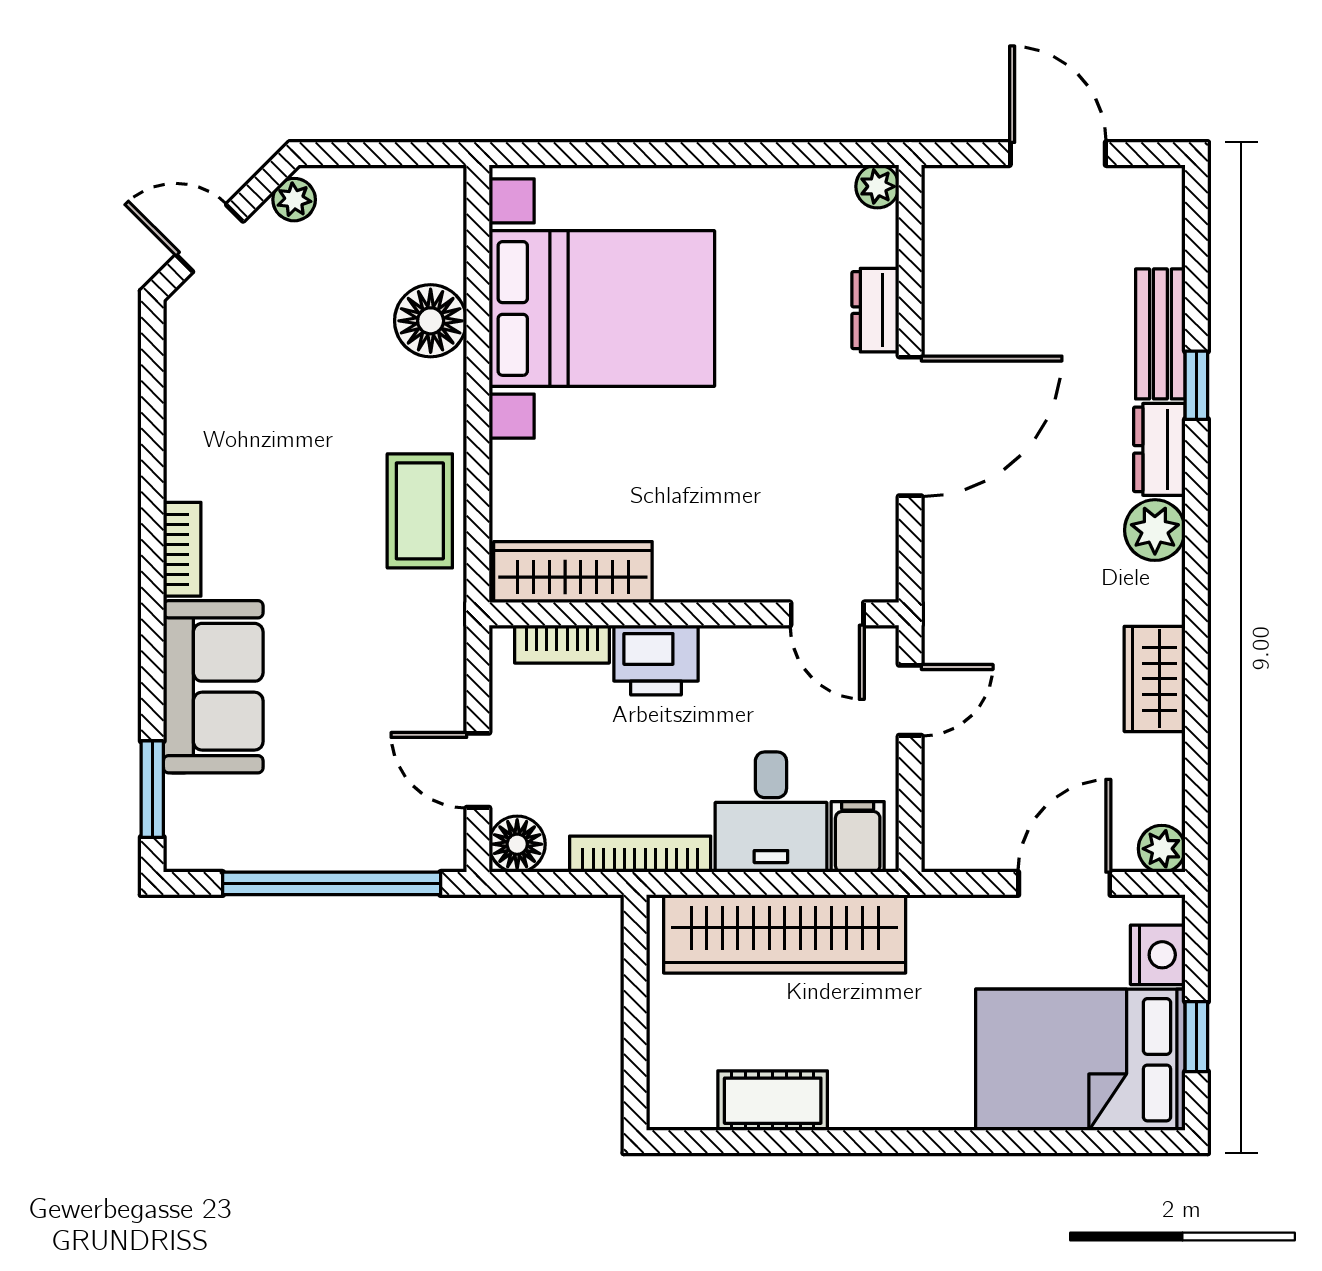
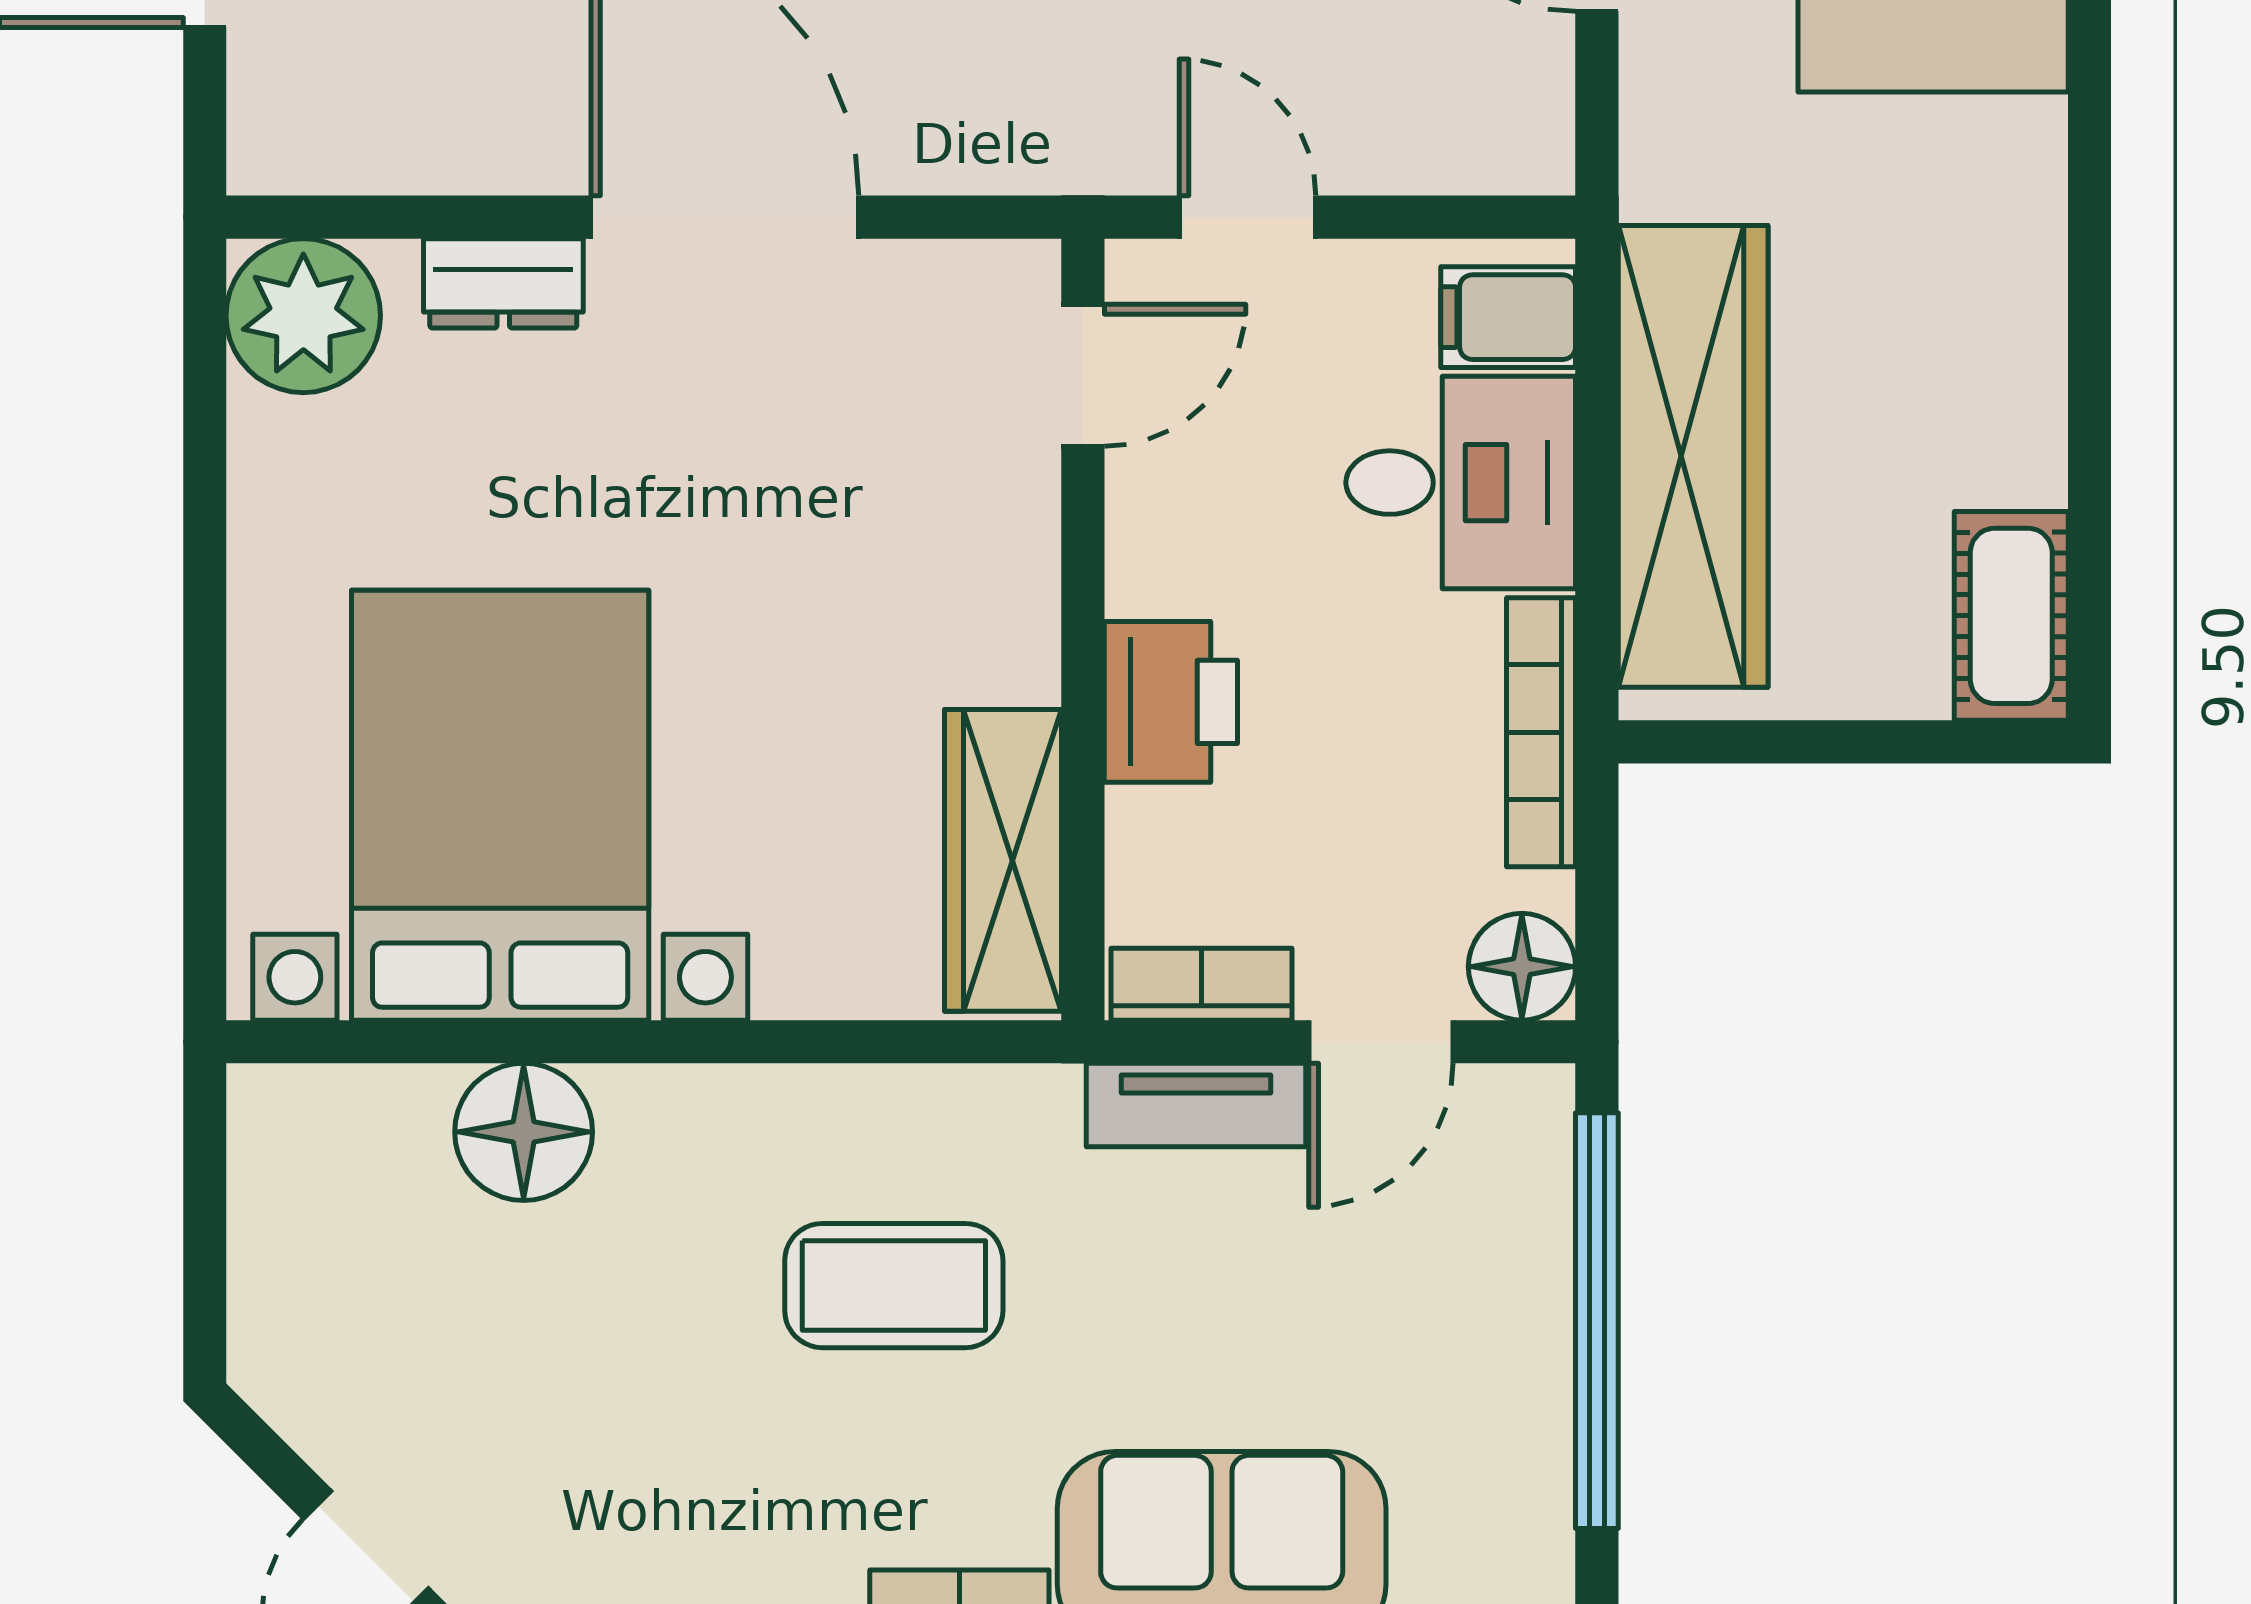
plant: (877, 186) -> (303, 316), width x1.87, depth x1.87
plant: (294, 200) -> (292, 1392), removed
coffee table: (420, 511) -> (894, 1286), moved
bookcase: (562, 644) -> (1201, 984), moved, turned -90
tv unit: (445, 673) -> (1196, 1105), added
cot: (773, 1101) -> (2011, 616), moved

